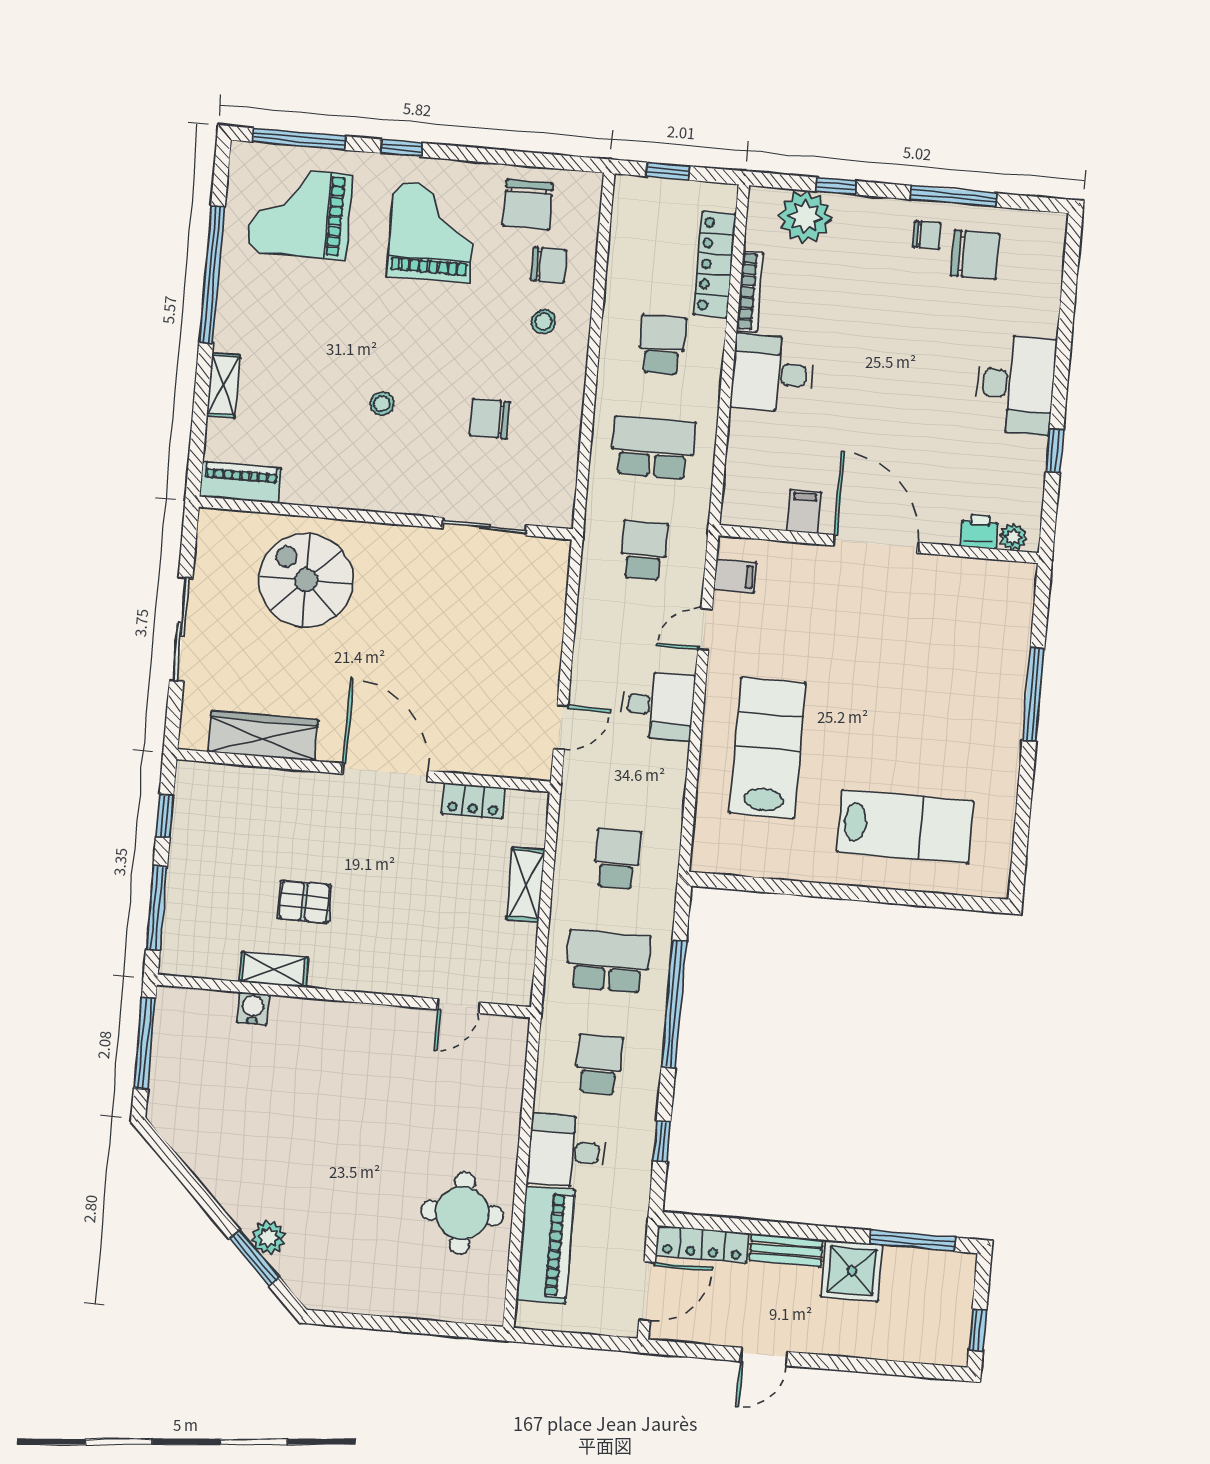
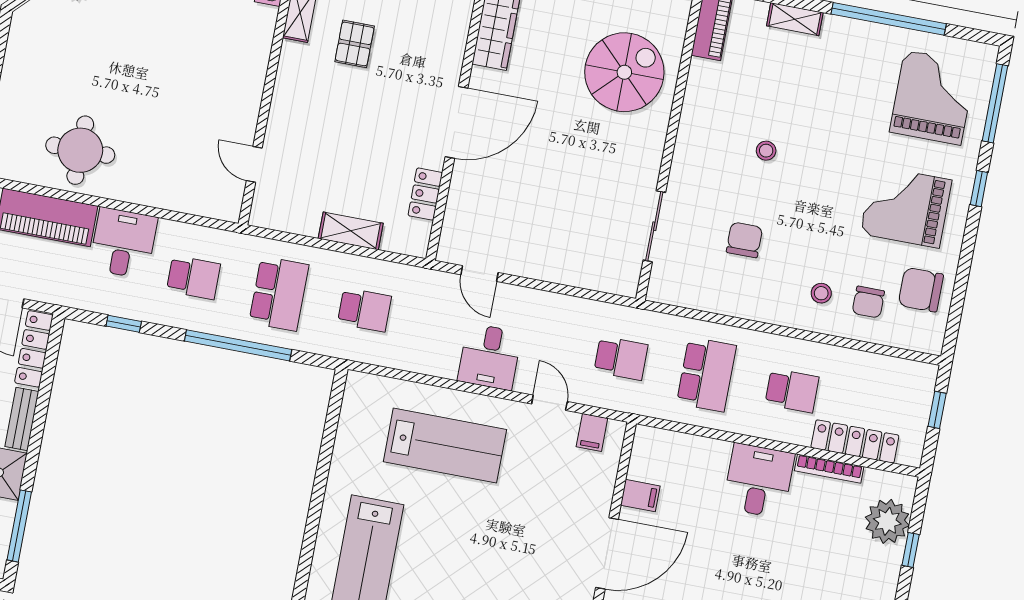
grand piano: (432, 232) -> (906, 207), turned 180

